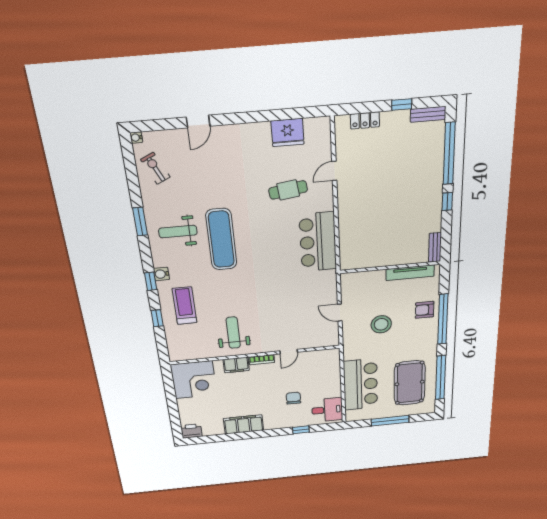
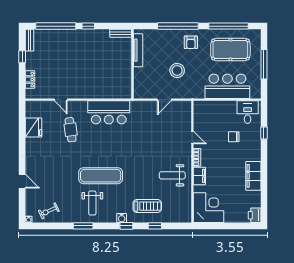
treadmill: (185, 306) -> (147, 206), turned 180
armchair: (425, 310) -> (191, 42), moved

